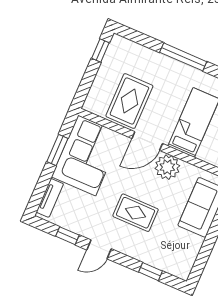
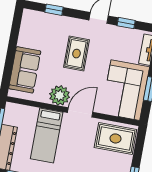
rug: (129, 101) -> (115, 138), moved, turned 90
rug: (136, 213) -> (76, 54), turned 90

